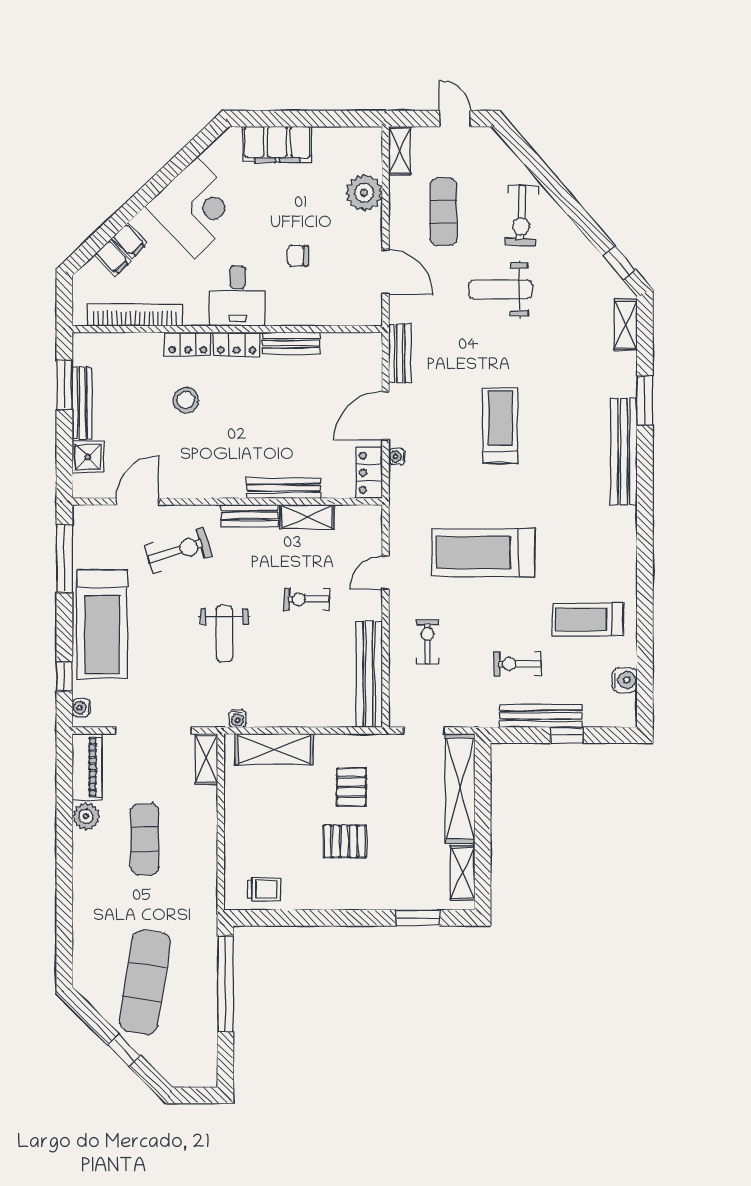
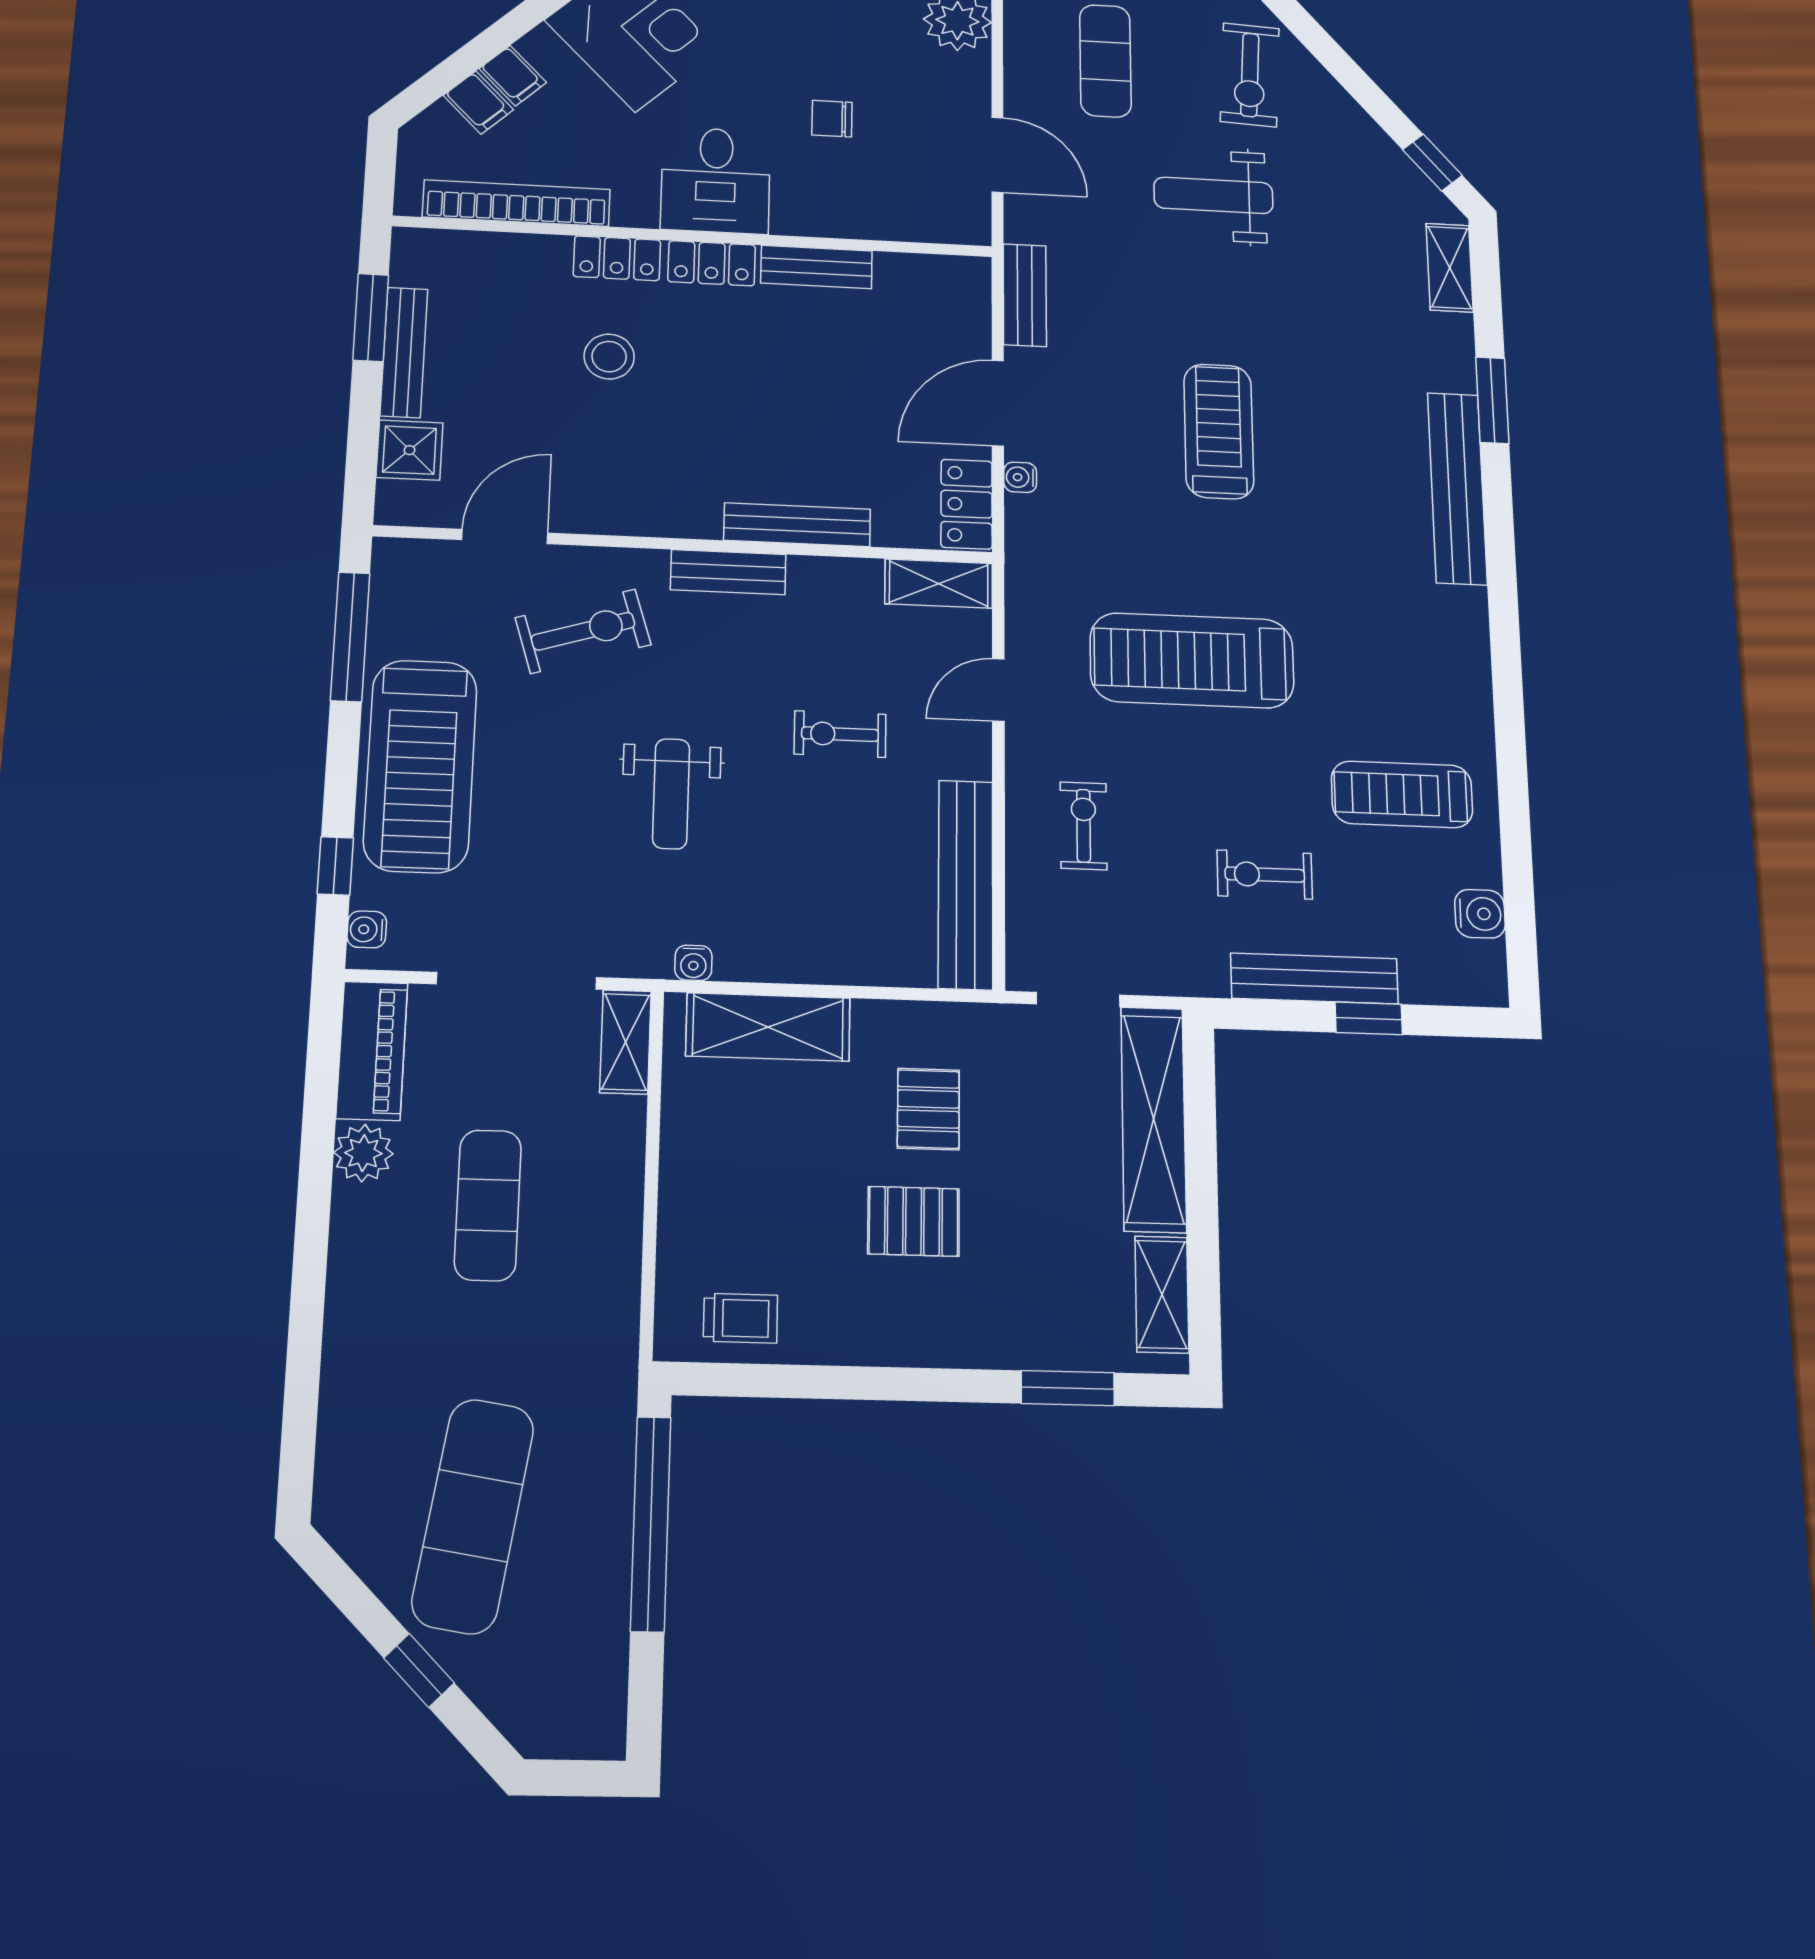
shelving: (307, 517) -> (939, 584), moved

